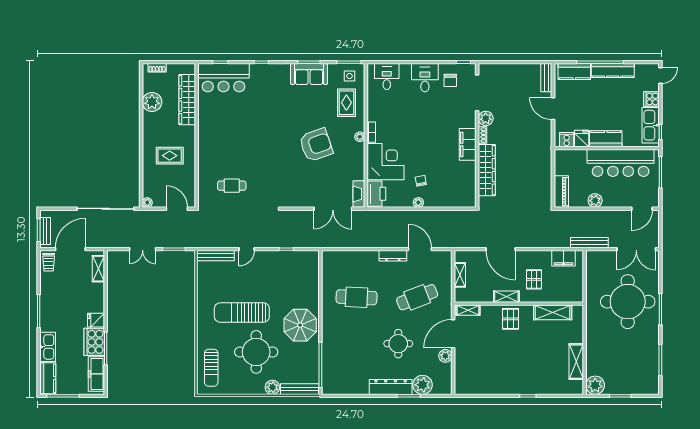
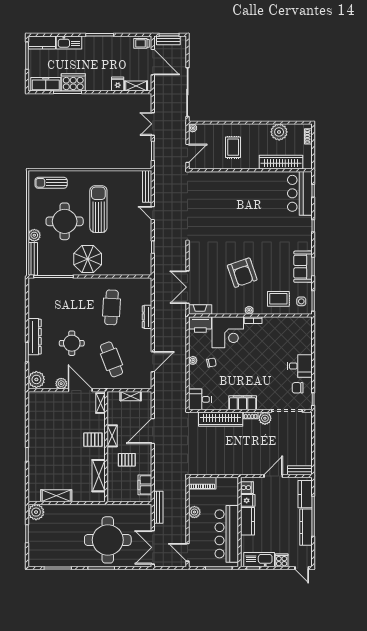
desk: (387, 77) -> (200, 399), moved, turned 180
cafe table: (232, 186) -> (207, 200), removed
dresser: (393, 256) -> (147, 317), moved
fridge: (96, 320) -> (118, 84), moved
plant: (422, 385) -> (36, 379), moved

